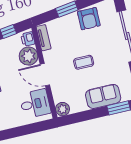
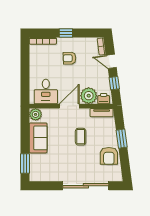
armchair: (89, 19) -> (109, 156), turned -90
coffee table: (84, 62) -> (81, 137), moved
sofa: (103, 96) -> (38, 138), moved

